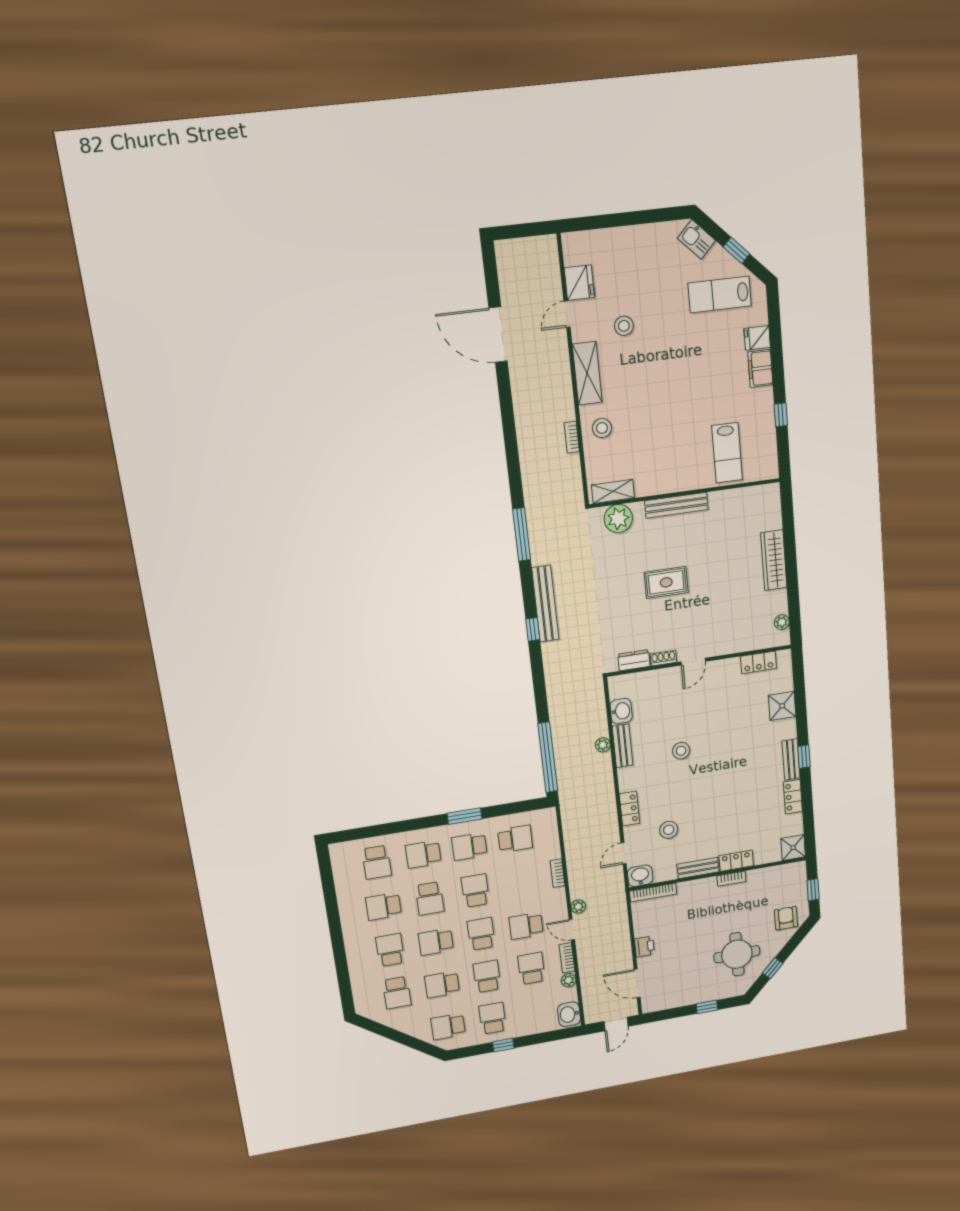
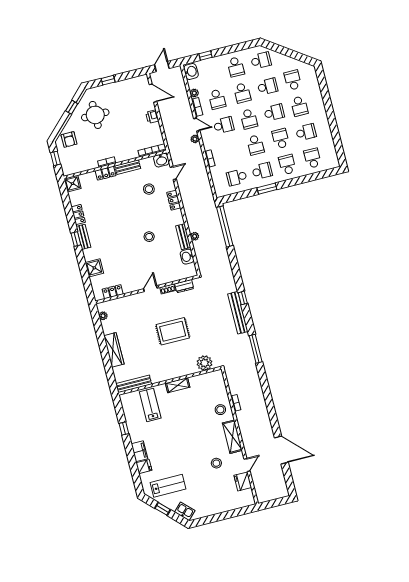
shelving: (613, 491) -> (178, 385), moved
bench: (676, 505) -> (134, 384), moved
rug: (666, 582) -> (173, 331), width x1.36, depth x1.43
school desk: (423, 854) -> (287, 165), turned -90
window: (503, 1045) -> (205, 56), moved

